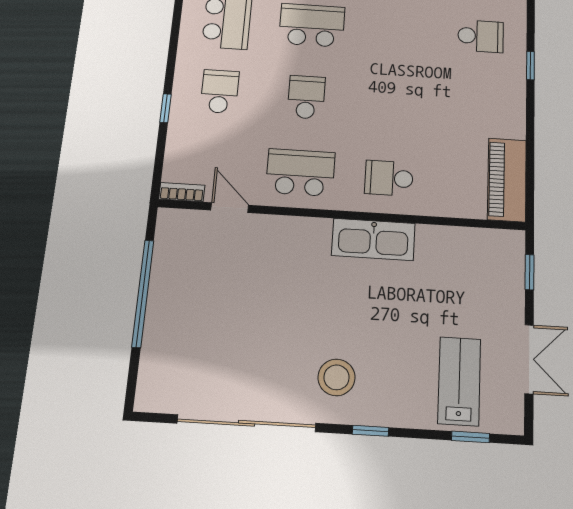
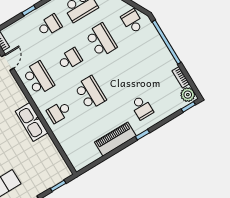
school desk: (393, 103) -> (90, 93), added
school desk: (389, 178) -> (59, 112), turned -90
piano: (507, 180) -> (115, 139), moved

